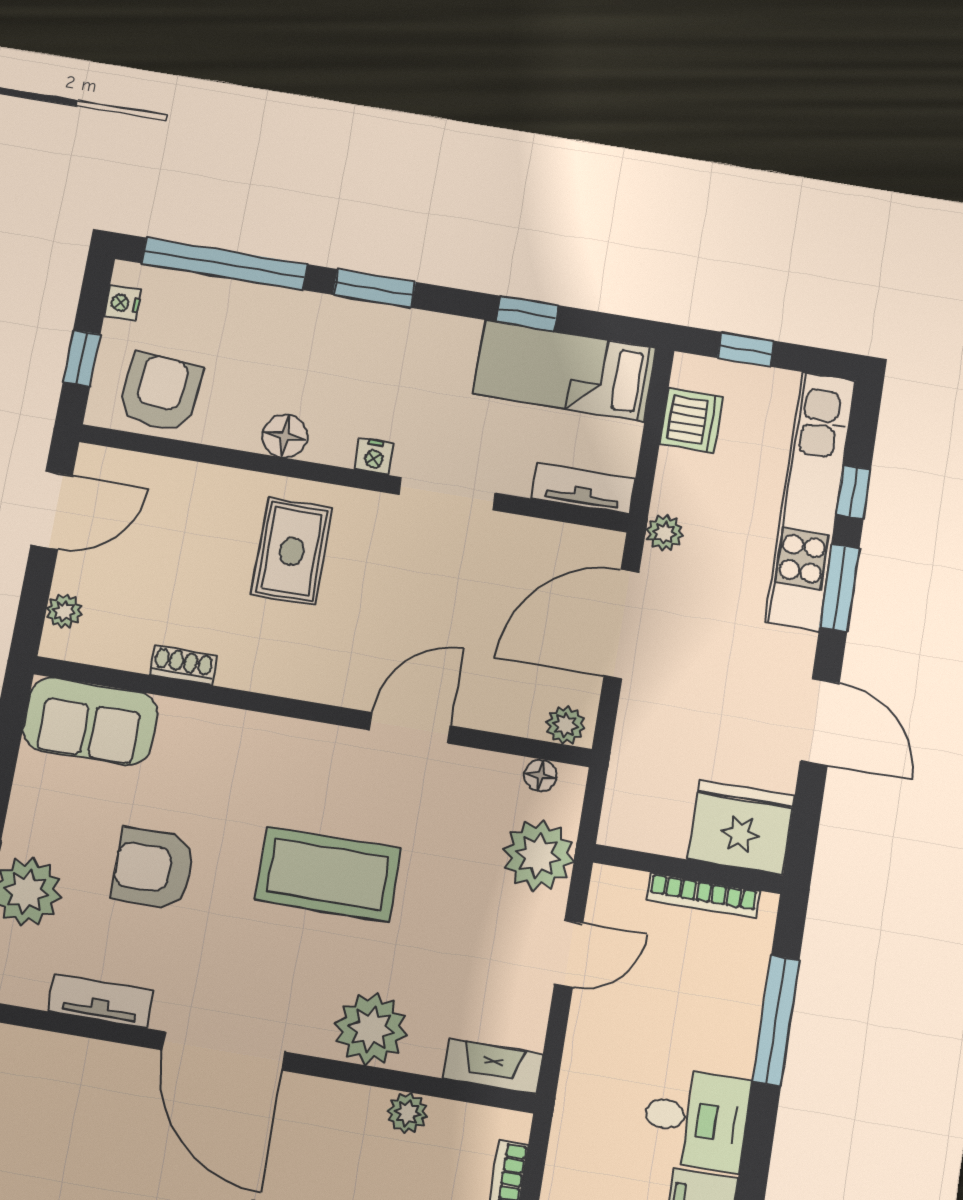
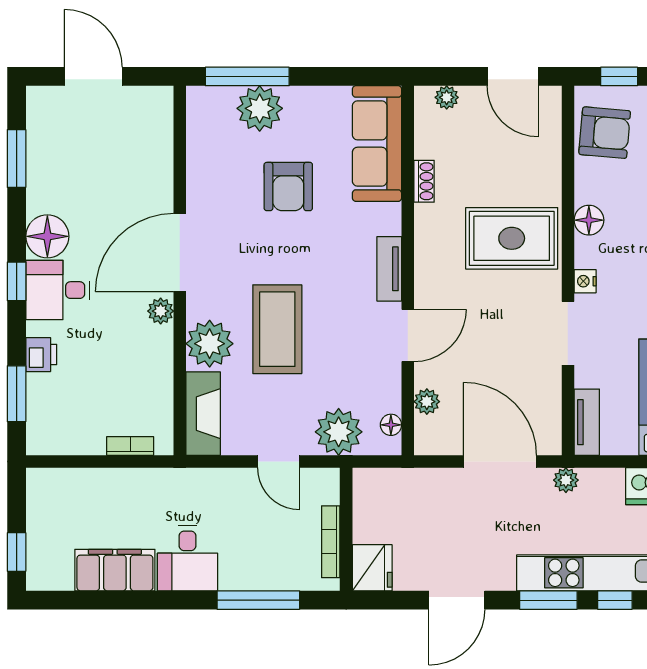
rug: (292, 552) -> (512, 238), width x1.36, depth x1.43
sofa: (90, 721) -> (377, 144), width x1.36
plant: (565, 725) -> (427, 402), moved
door: (410, 728) -> (408, 335), hinge flipped
fridge: (741, 828) -> (372, 568), width x0.73, depth x0.75
armchair: (153, 869) -> (288, 186), turned 180
coffee table: (328, 874) -> (277, 329), moved
tv unit: (101, 1001) -> (389, 269), moved, turned 180
fireplace: (493, 1066) -> (203, 414), width x1.37, depth x1.32
plant: (407, 1113) -> (161, 311), moved

